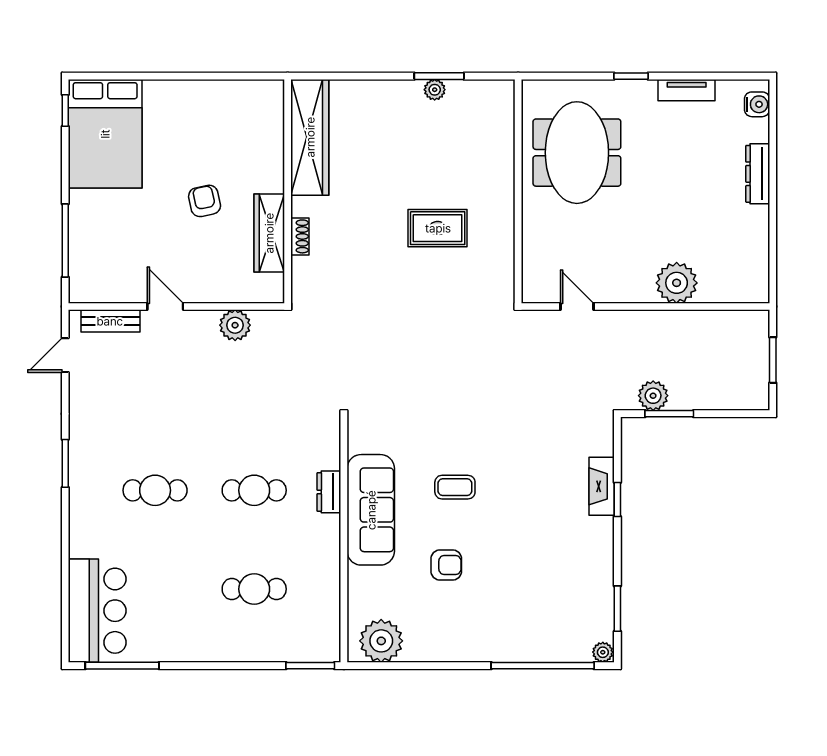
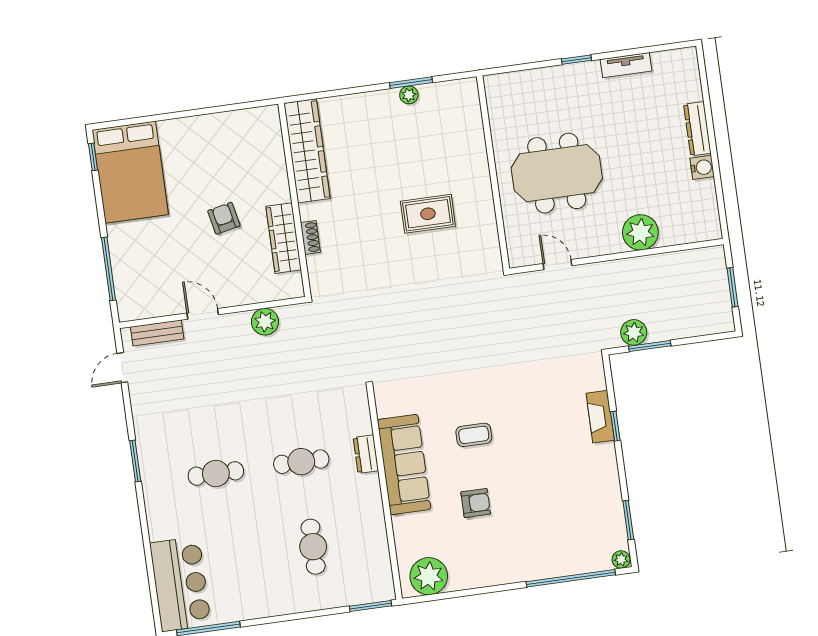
water cooler: (757, 104) -> (702, 167), moved
meeting table: (577, 153) -> (557, 173), moved, turned 90
cafe table: (254, 589) -> (313, 547), turned 90

